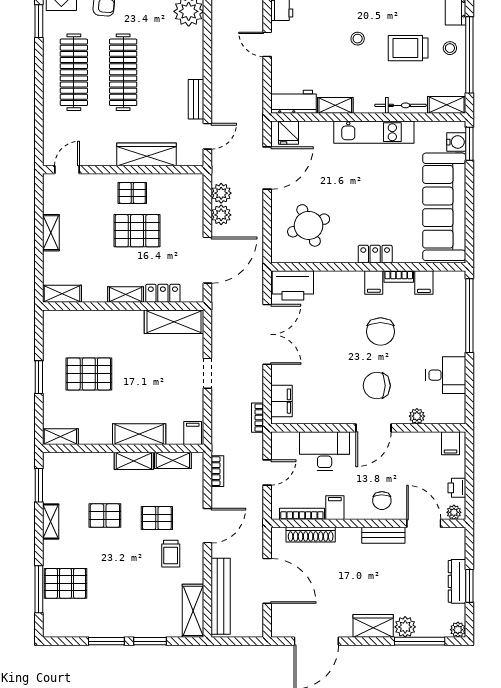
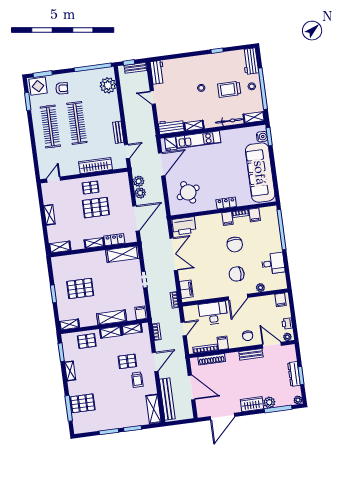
kitchen unit: (374, 132) -> (198, 140), moved
pallet: (105, 516) -> (87, 341), moved

